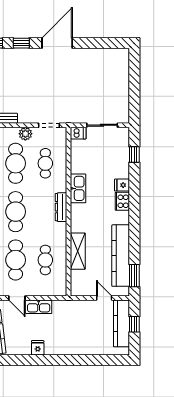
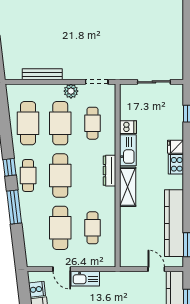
dishwasher: (78, 133) -> (128, 127), moved
shelving: (78, 251) -> (128, 187), moved

